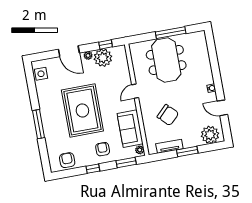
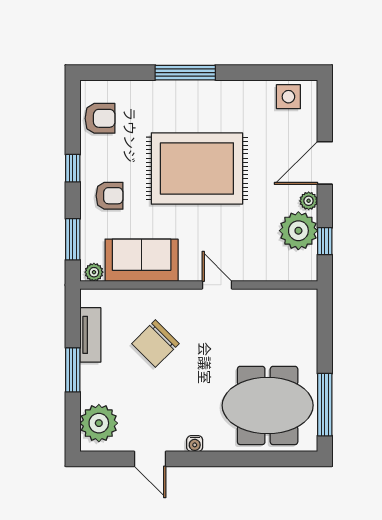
window: (171, 33) -> (325, 405), moved
meeting table: (166, 60) -> (268, 405), moved
door: (222, 108) -> (150, 459), swing flipped

